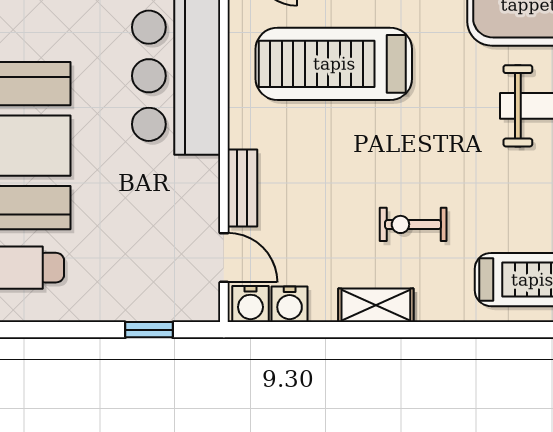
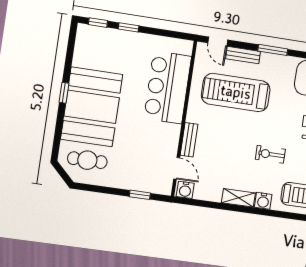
exercise bike: (413, 224) -> (270, 154), moved
water cooler: (290, 304) -> (263, 201), moved

